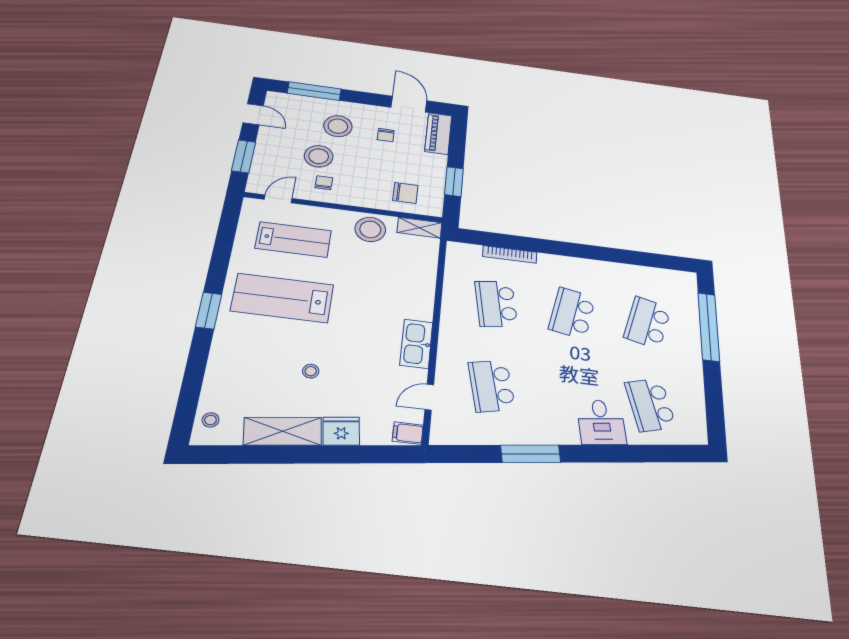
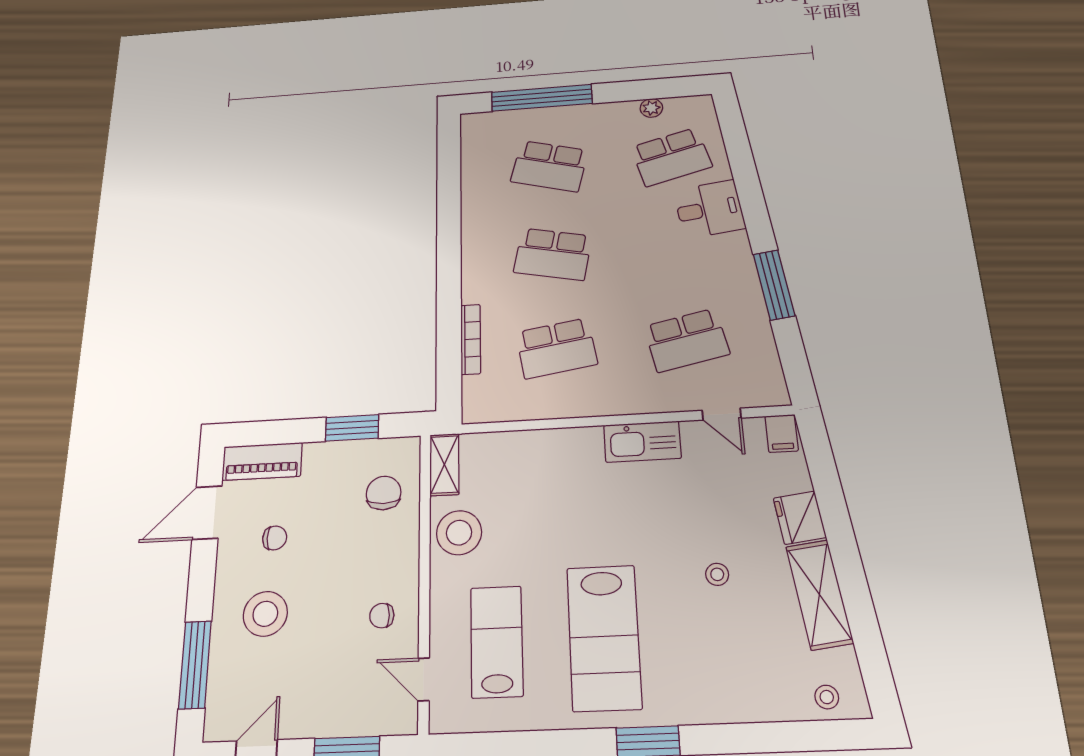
stool: (319, 156) -> (330, 633), removed
plant: (696, 399) -> (651, 108), added

